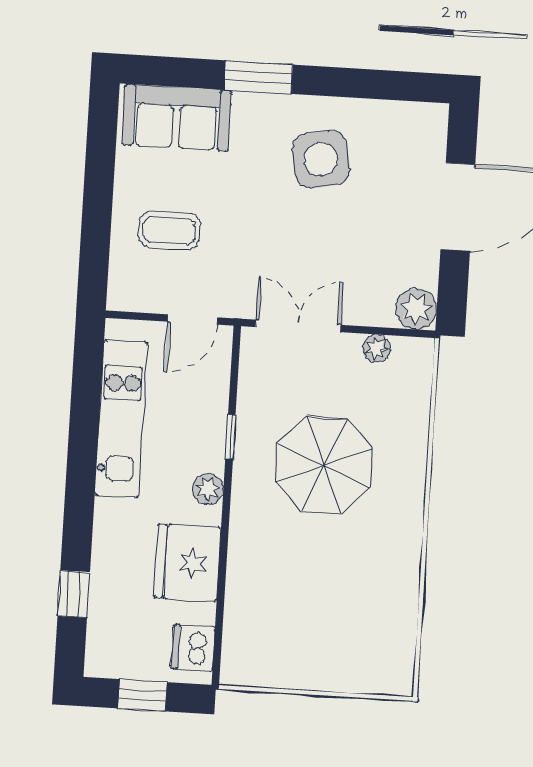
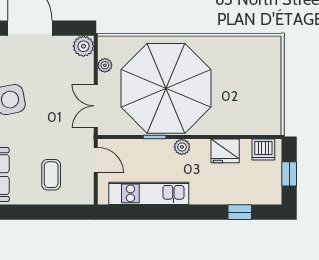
parasol: (324, 465) -> (166, 88), width x1.86, depth x1.86
fridge: (188, 563) -> (225, 151), width x0.73, depth x0.75

